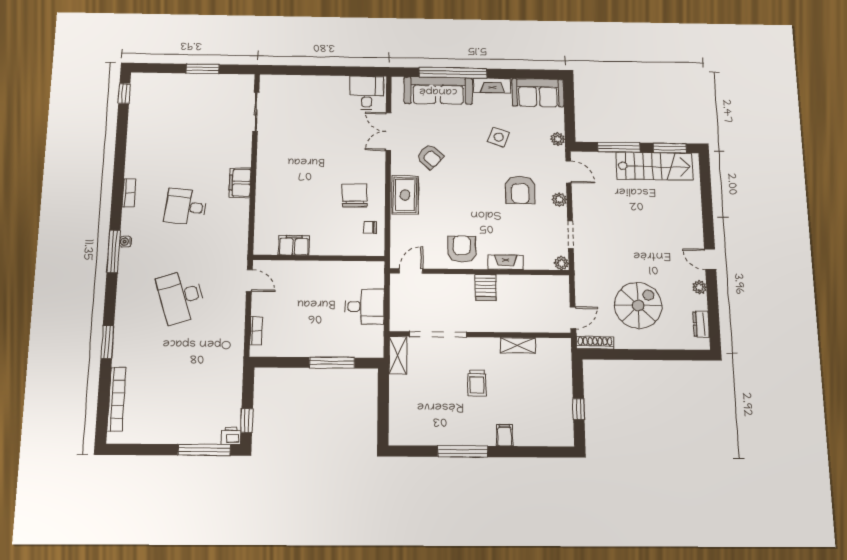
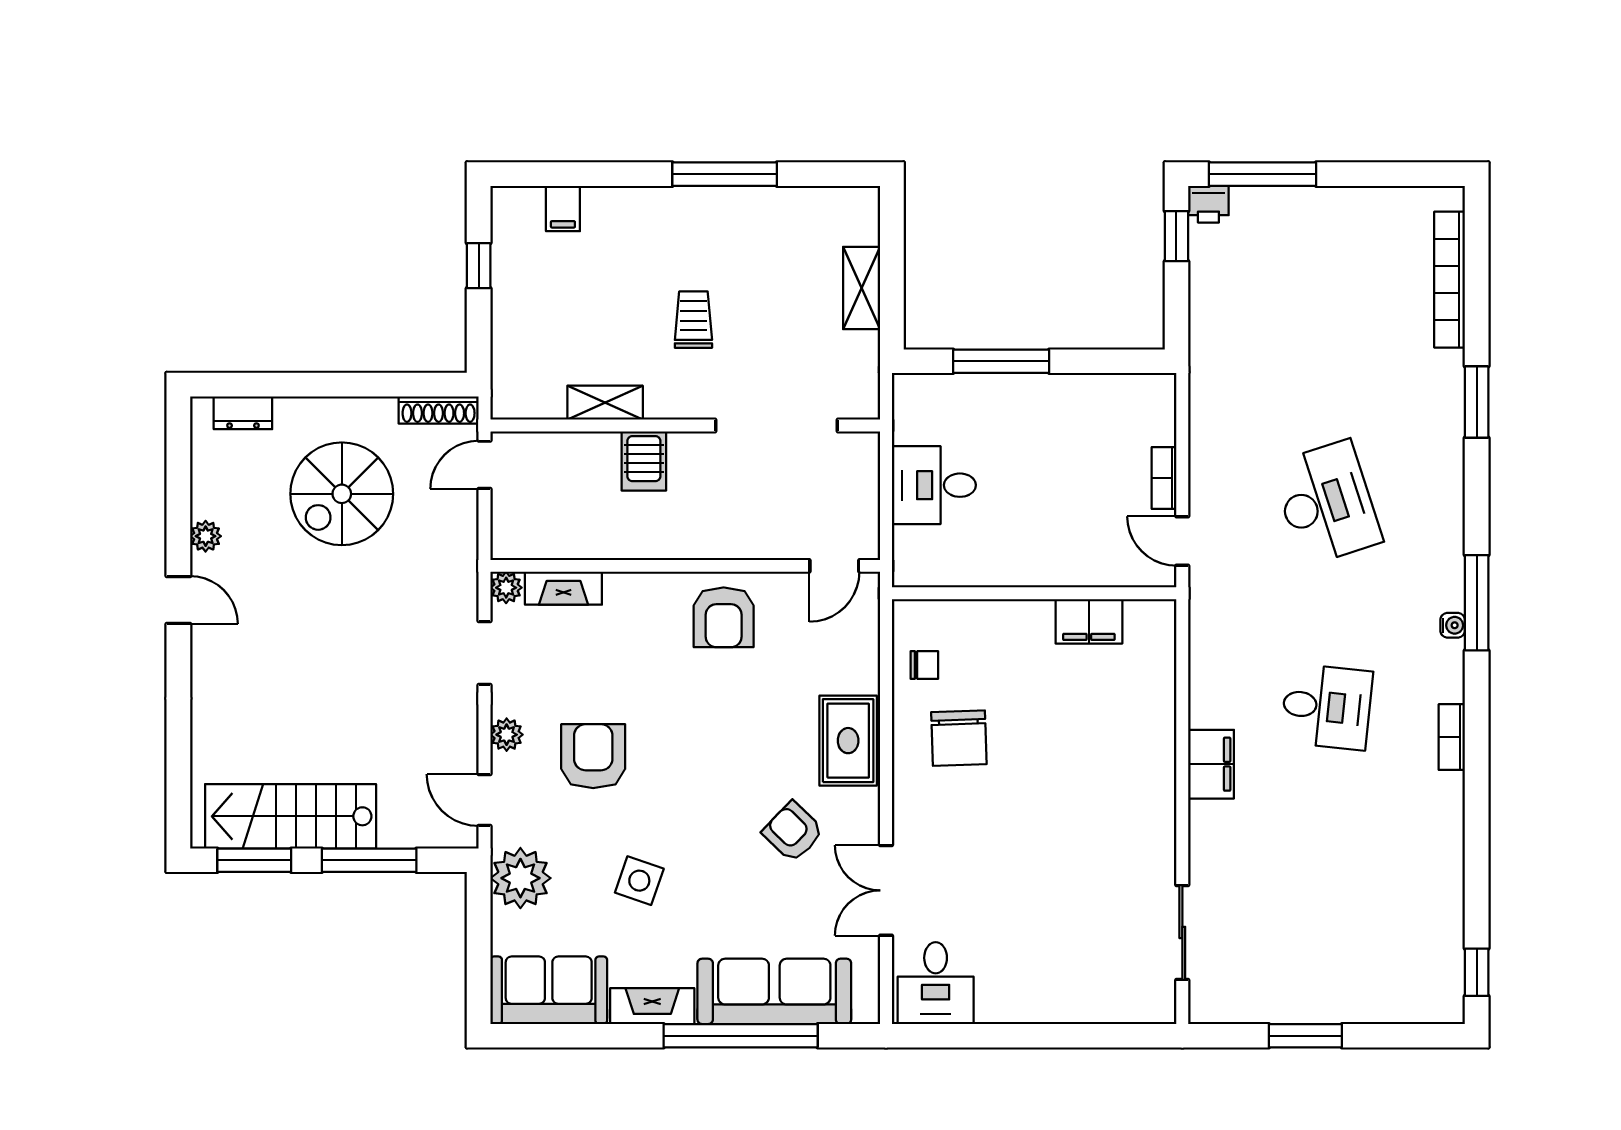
double door: (388, 131) -> (886, 890), swing flipped
plant: (558, 139) -> (520, 878), width x1.88, depth x1.88
fireplace: (506, 262) -> (563, 588), moved
server rack: (486, 288) -> (644, 461), moved, turned 180
dresser: (701, 324) -> (243, 413), moved, turned 90
bookcase: (256, 331) -> (1164, 478), moved
shelving: (398, 355) -> (862, 288), moved
filing cabinet: (504, 435) -> (563, 208), moved

